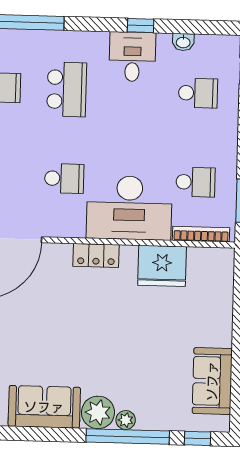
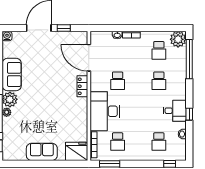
school desk: (67, 89) -> (159, 81), width x0.54
locker: (96, 255) -> (82, 86), moved
fridge: (162, 266) -> (77, 151), moved, turned 90
sofa: (212, 381) -> (42, 152), moved

